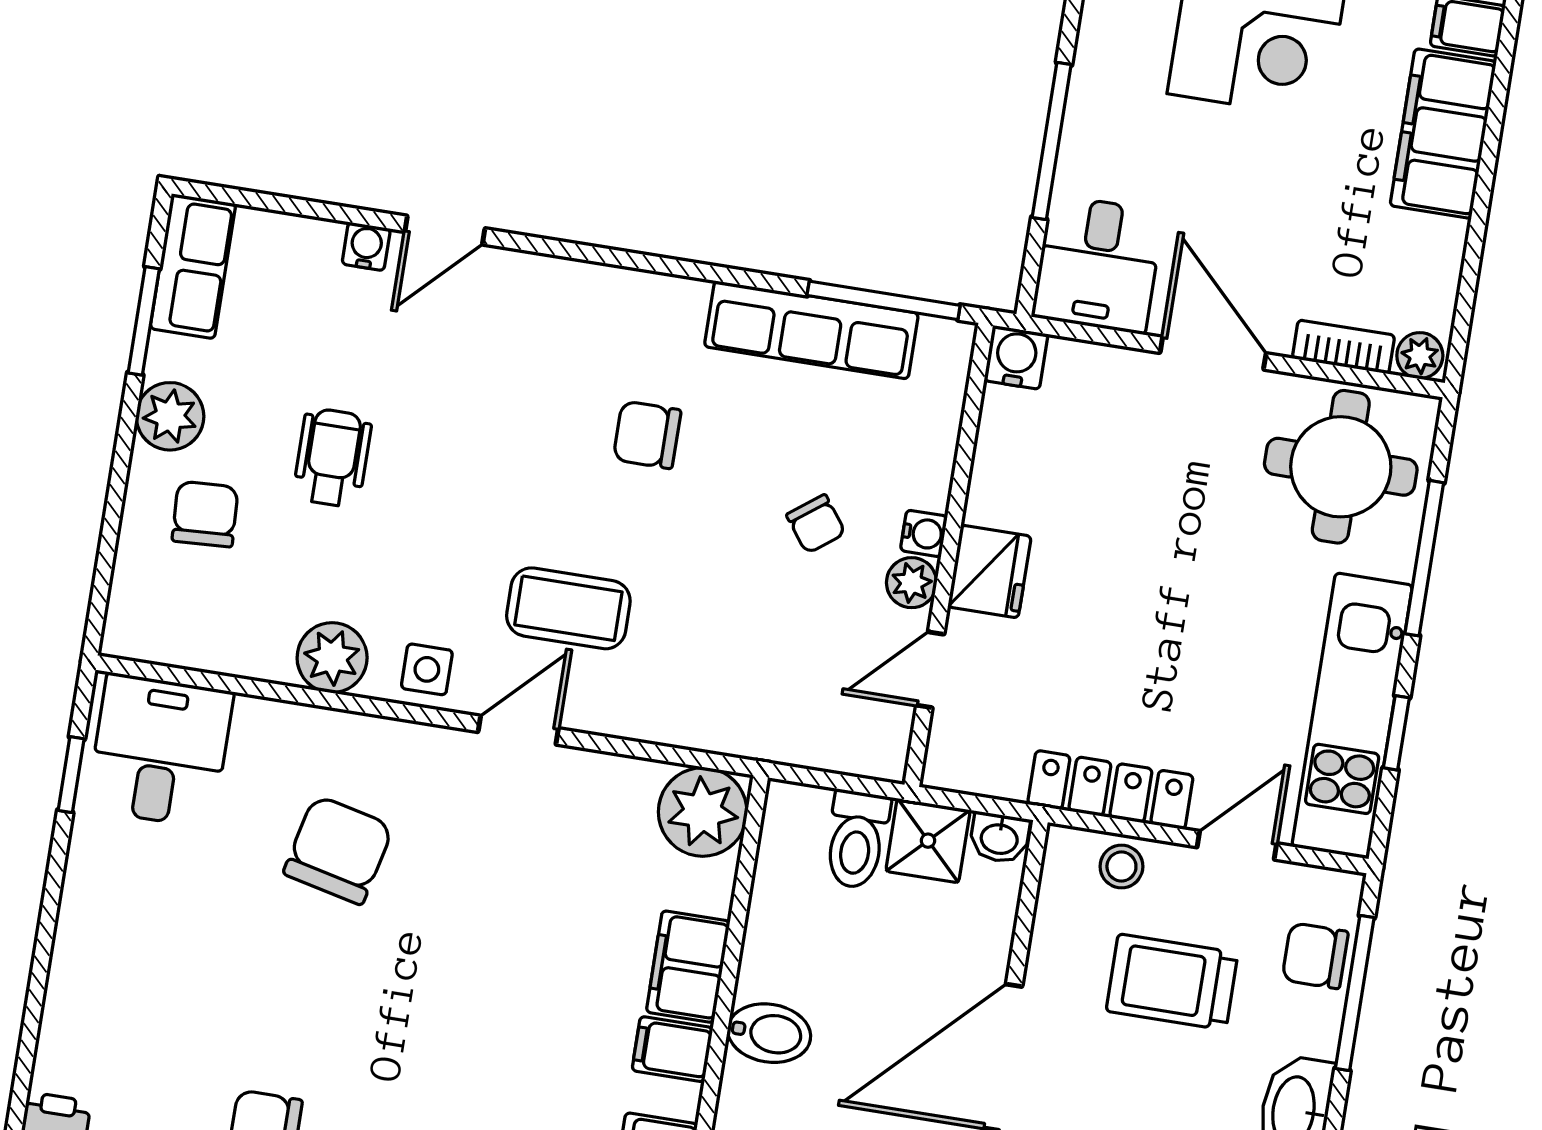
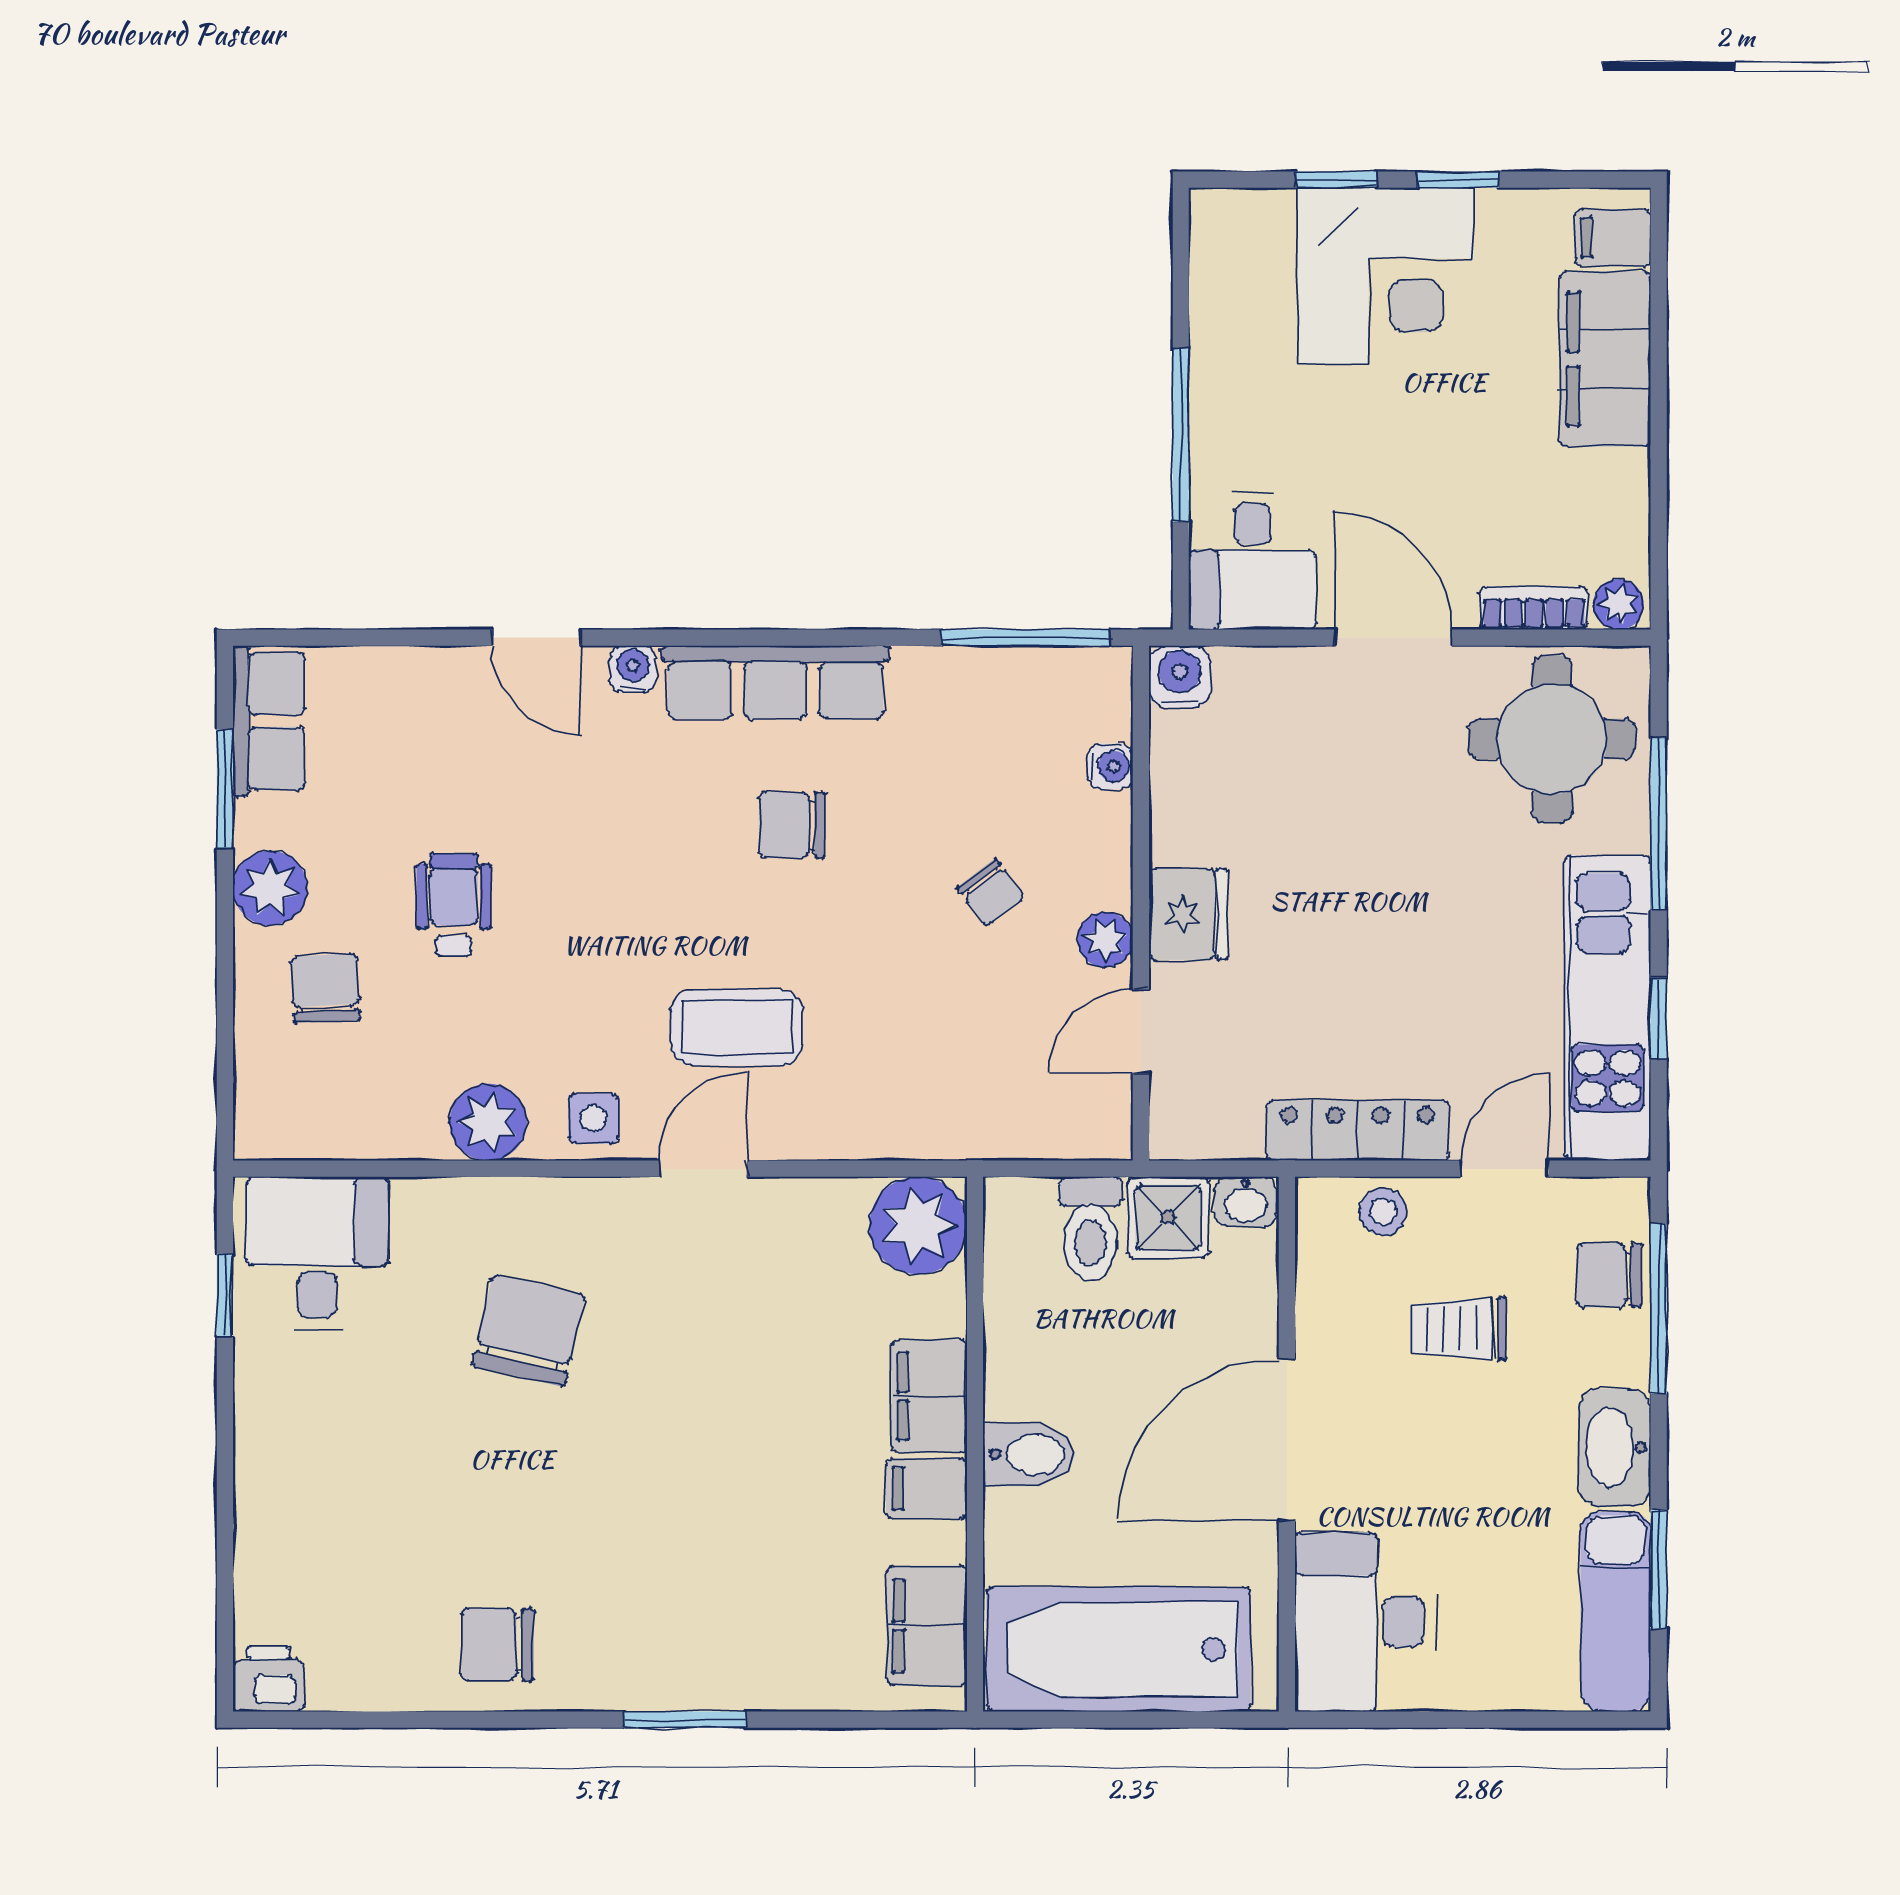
door: (445, 230) -> (536, 638), hinge flipped
water cooler: (366, 246) -> (633, 669), moved
row of seats: (811, 330) -> (775, 682), moved
water cooler: (924, 533) -> (1110, 766), moved
trolley: (1172, 982) -> (1458, 1329), width x0.73, depth x0.72

